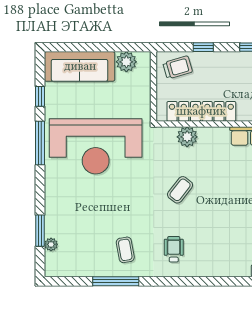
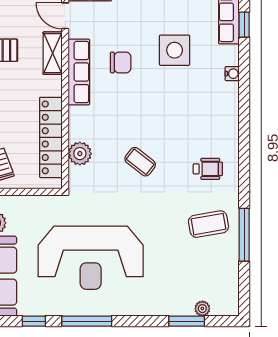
reception desk: (96, 146) -> (91, 258), turned 90
wheelchair: (174, 249) -> (208, 169), turned 180
coffee table: (125, 250) -> (208, 224), width x1.36, depth x1.30

